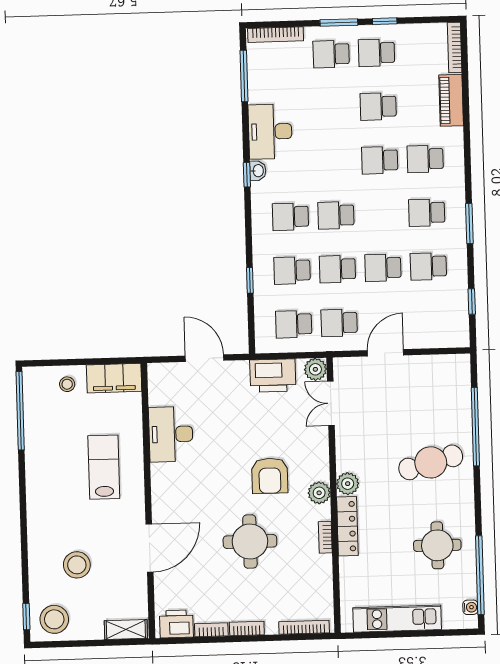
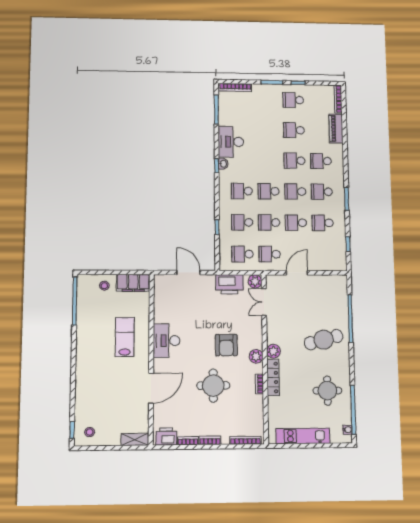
school desk: (331, 54) -> (295, 191), moved
desk: (171, 434) -> (167, 341), moved
stool: (77, 565) -> (105, 398), removed
stool: (54, 619) -> (90, 432), width x0.53, depth x0.53

